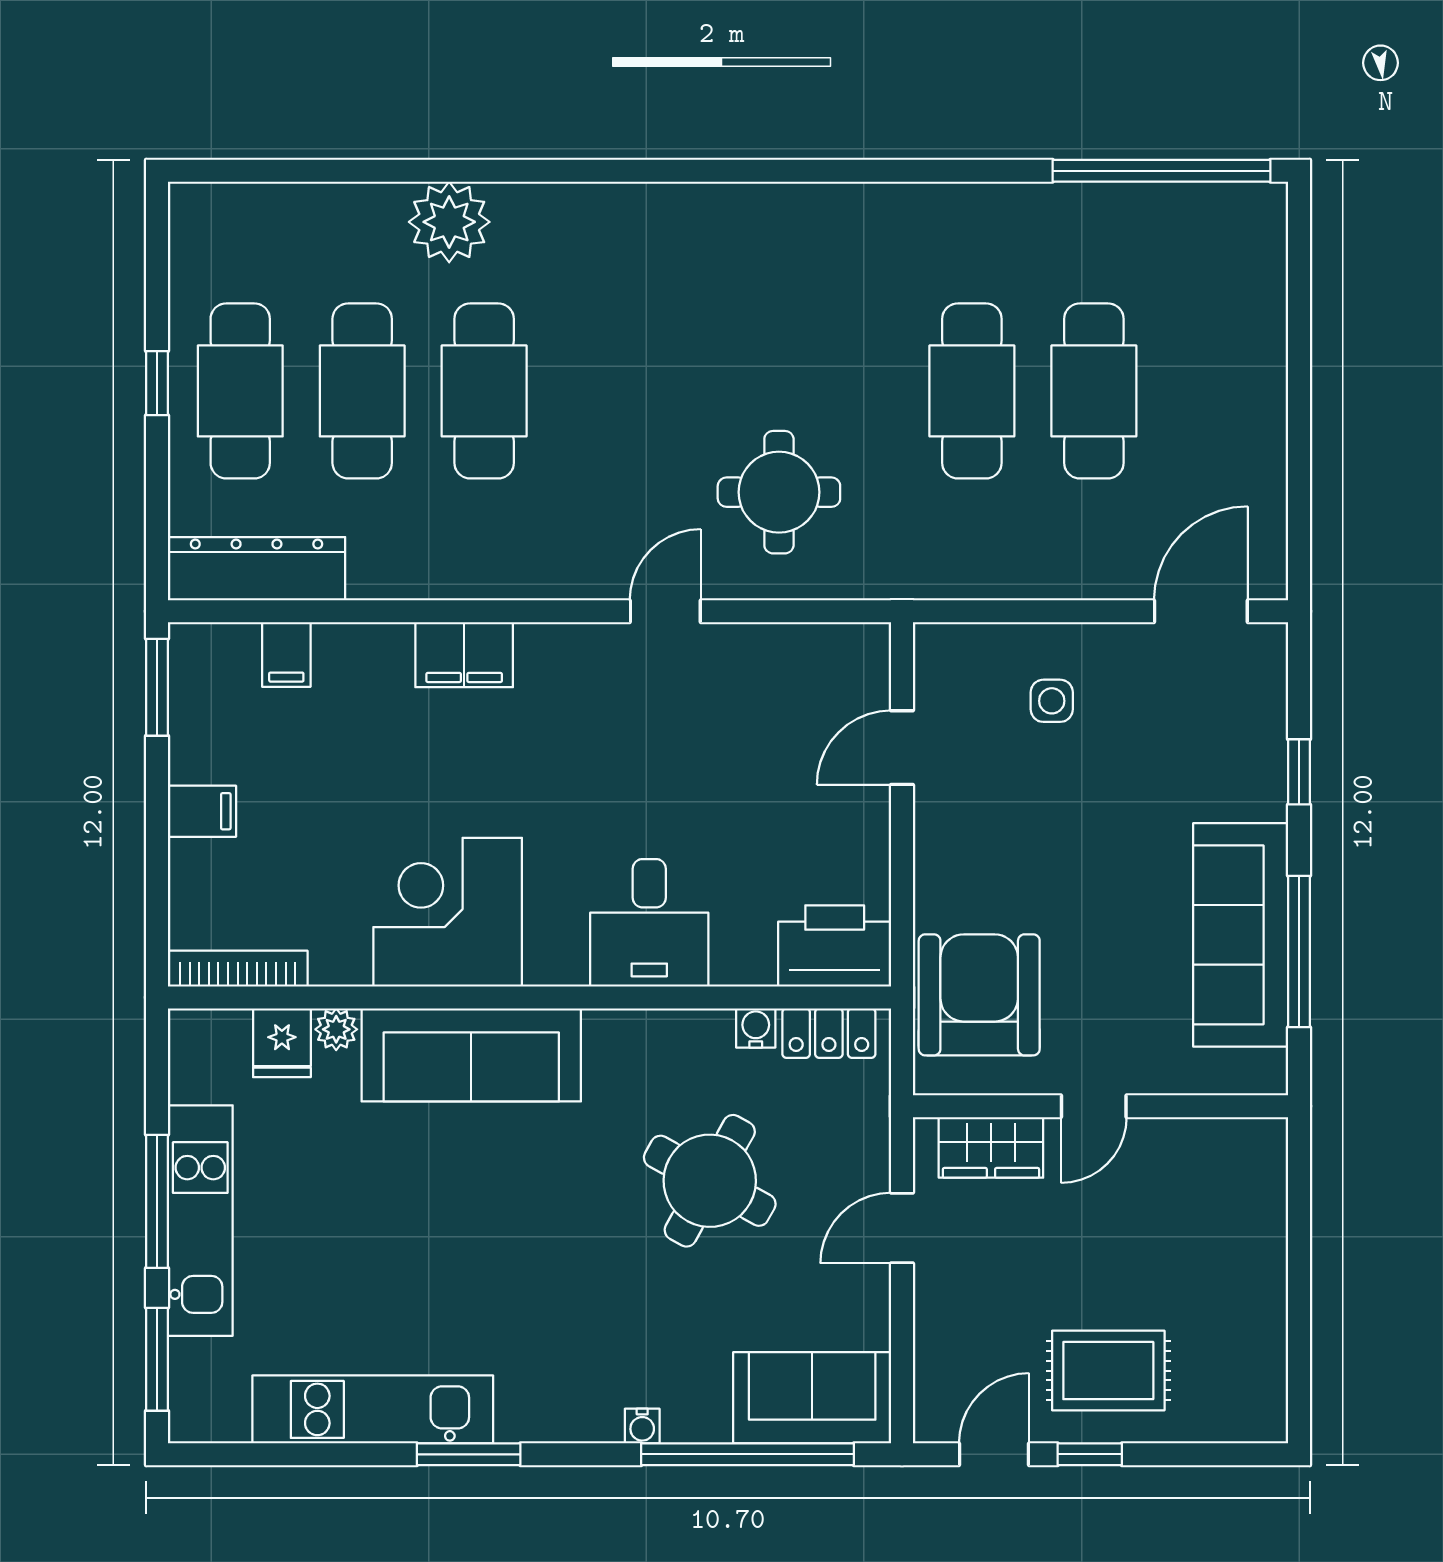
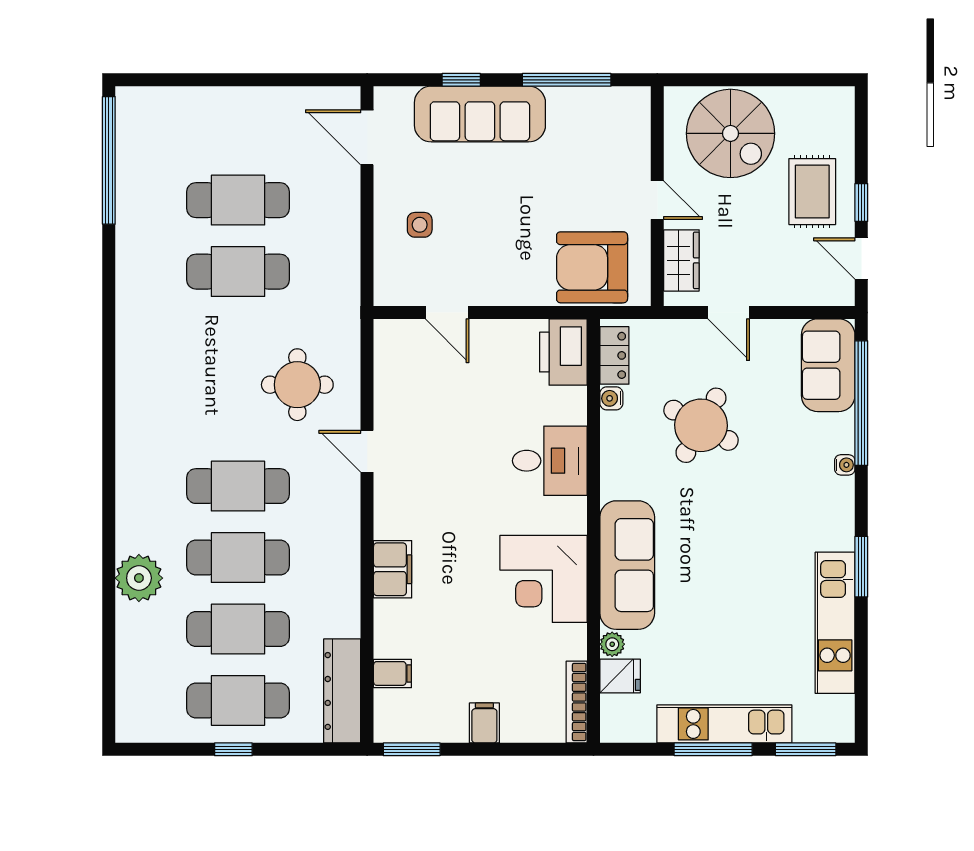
cafe table: (606, 391) -> (238, 486), added
sofa: (1241, 935) -> (480, 114), moved
spiral stairs: (1208, 1231) -> (730, 133), added

